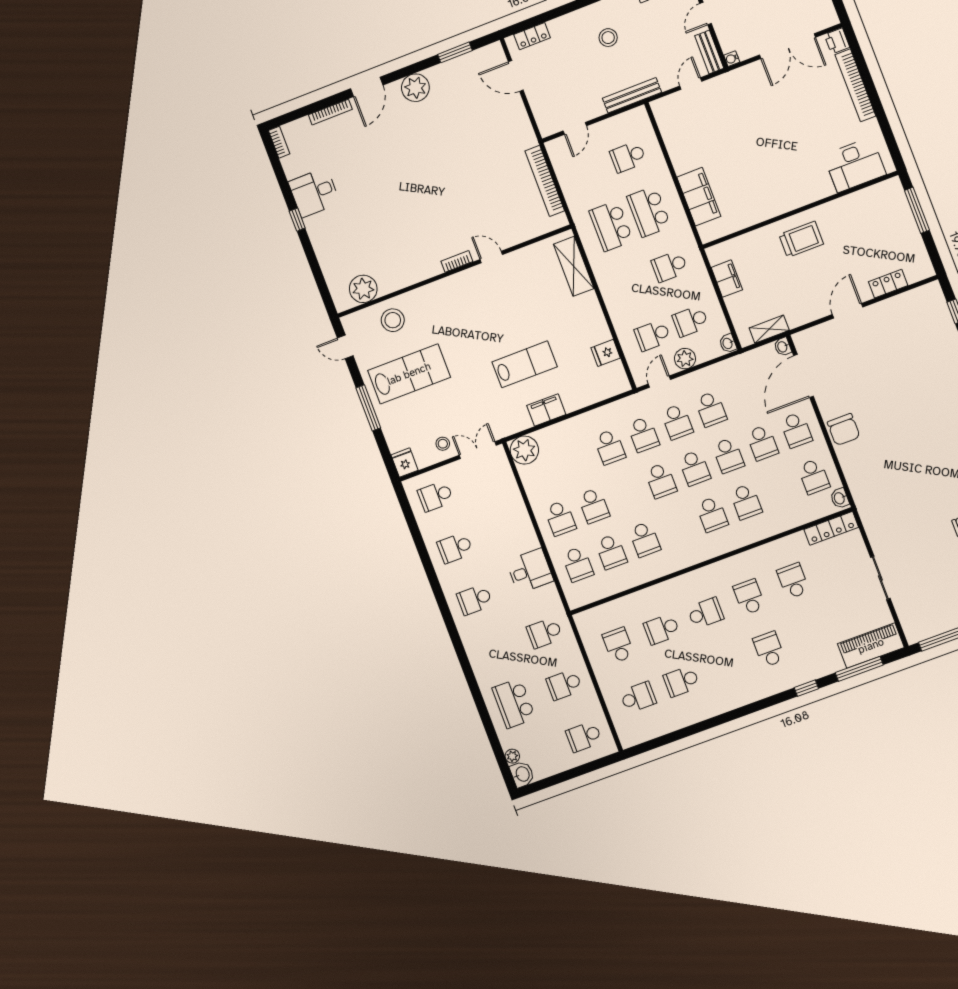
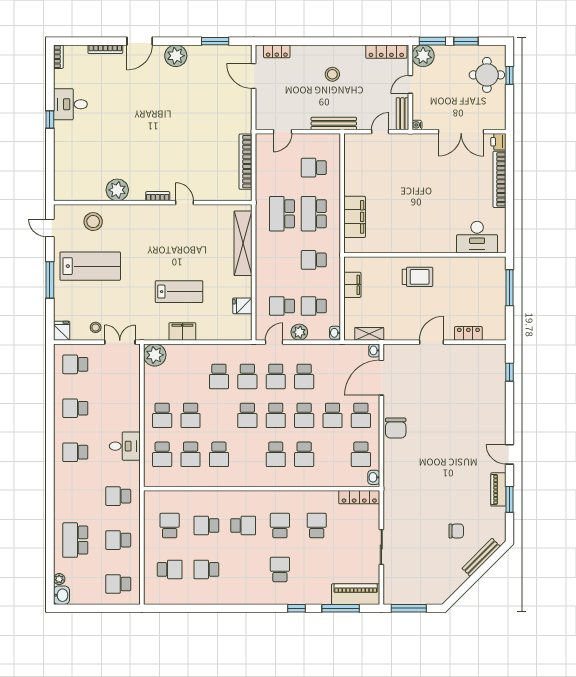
shelving: (574, 266) -> (243, 243), width x1.47
plant: (363, 289) -> (117, 190), moved

